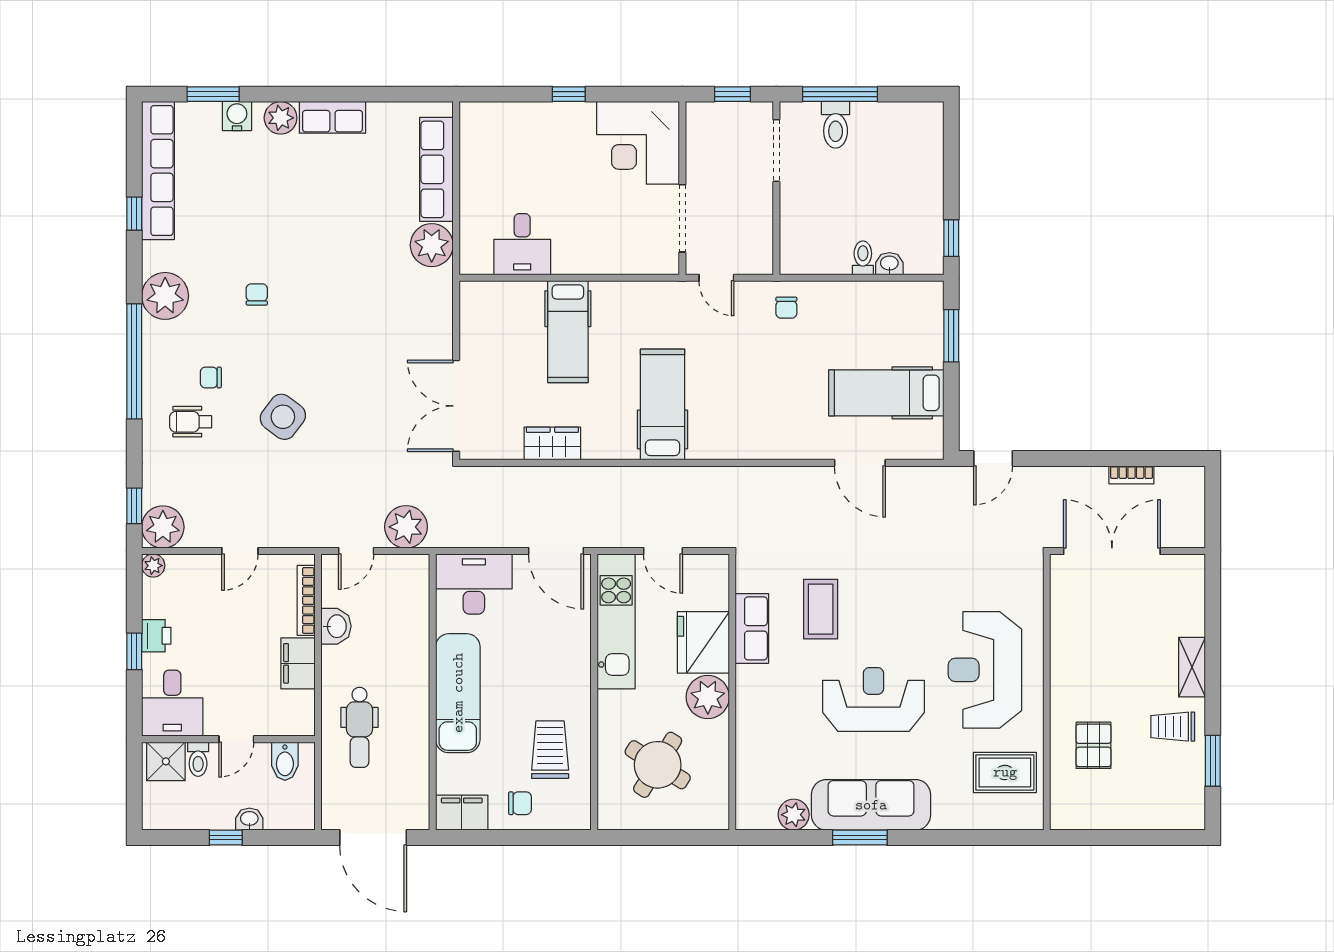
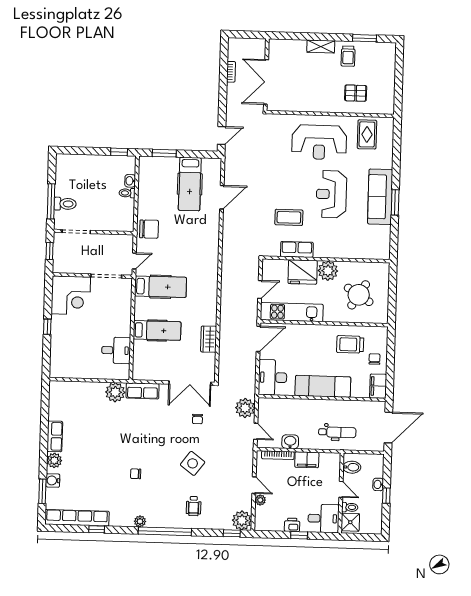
row of seats: (436, 169) -> (143, 391), moved, width x0.68
plant: (165, 296) -> (140, 521), width x0.53, depth x0.53
chair: (786, 308) -> (149, 229), width x1.87, depth x1.87
chair: (211, 378) -> (197, 419), moved
hospital bed: (662, 404) -> (161, 287), moved, turned 180
door: (993, 458) -> (222, 136), hinge flipped
plant: (153, 566) -> (260, 500), moved
plant: (794, 815) -> (384, 233), removed

